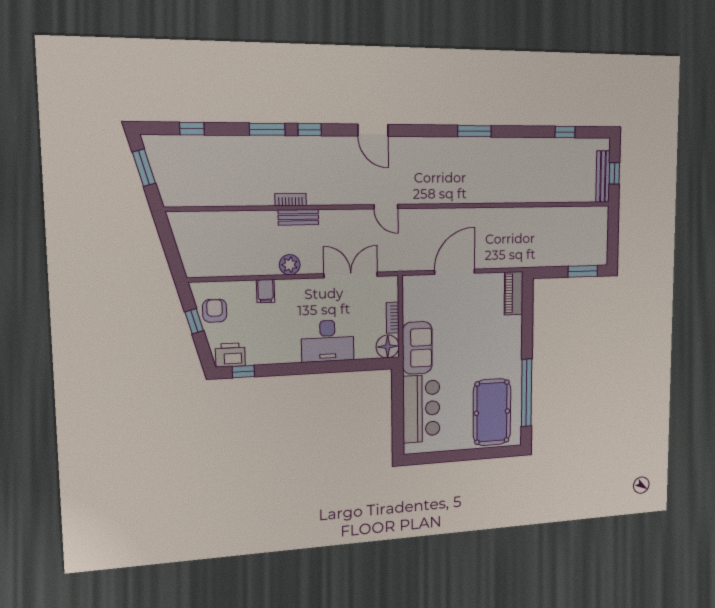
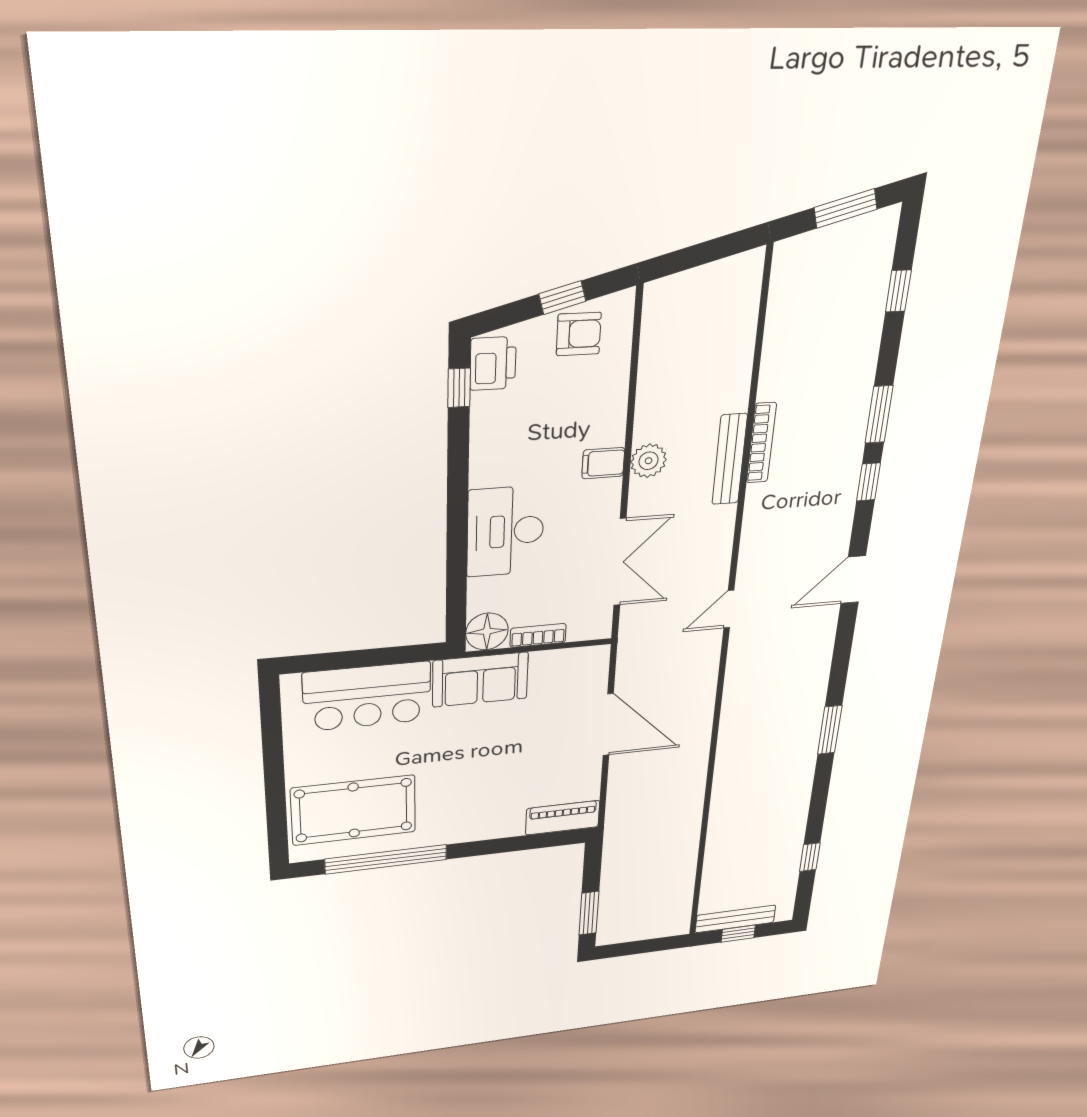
bookcase: (291, 200) -> (761, 443), width x1.56
bench: (298, 217) -> (730, 459), width x1.36
filing cabinet: (266, 291) -> (603, 463), moved

